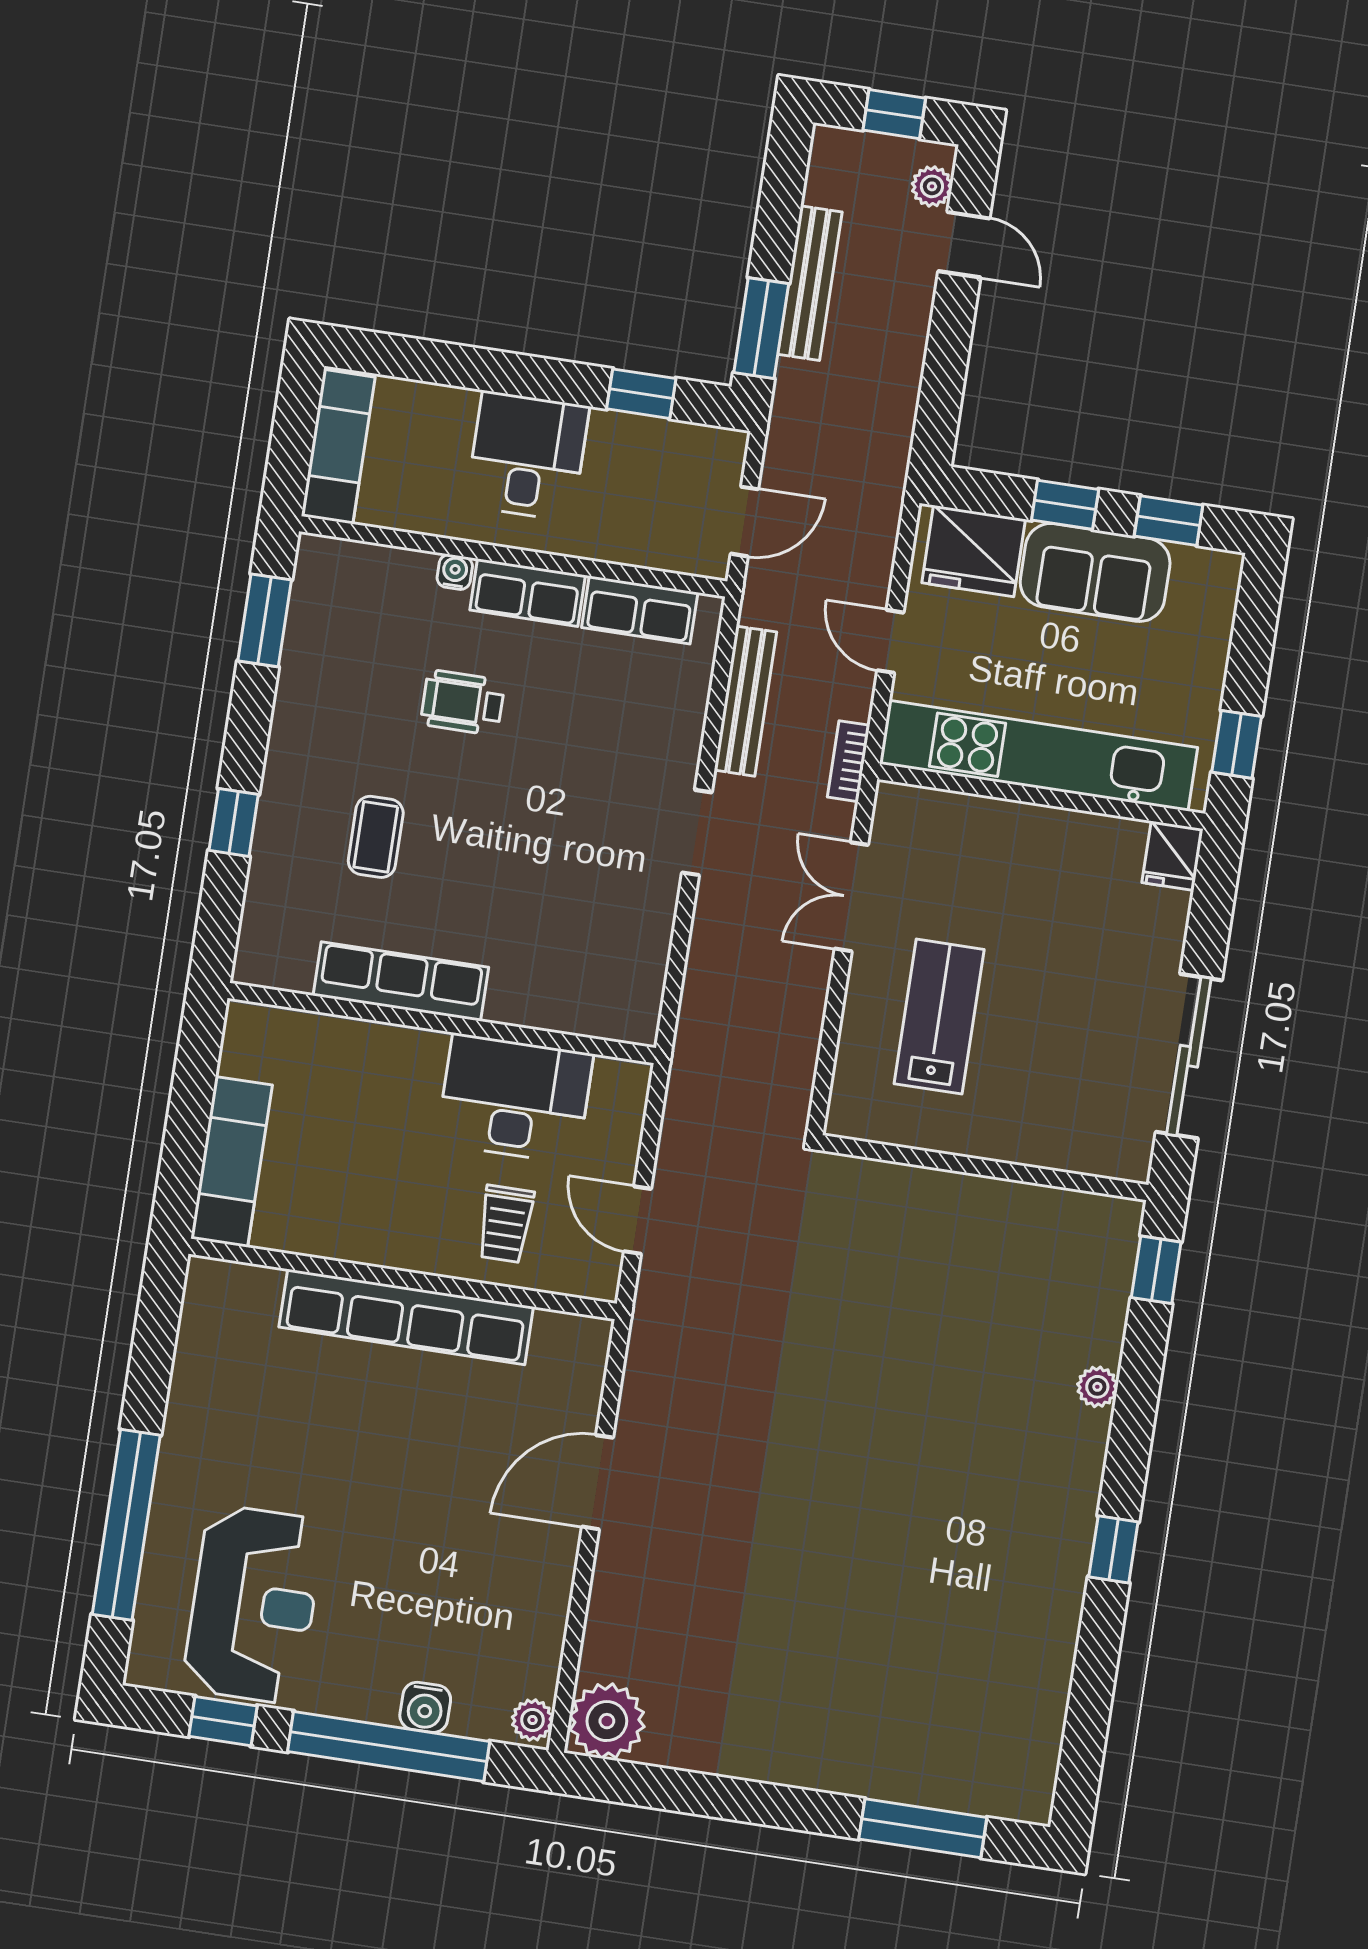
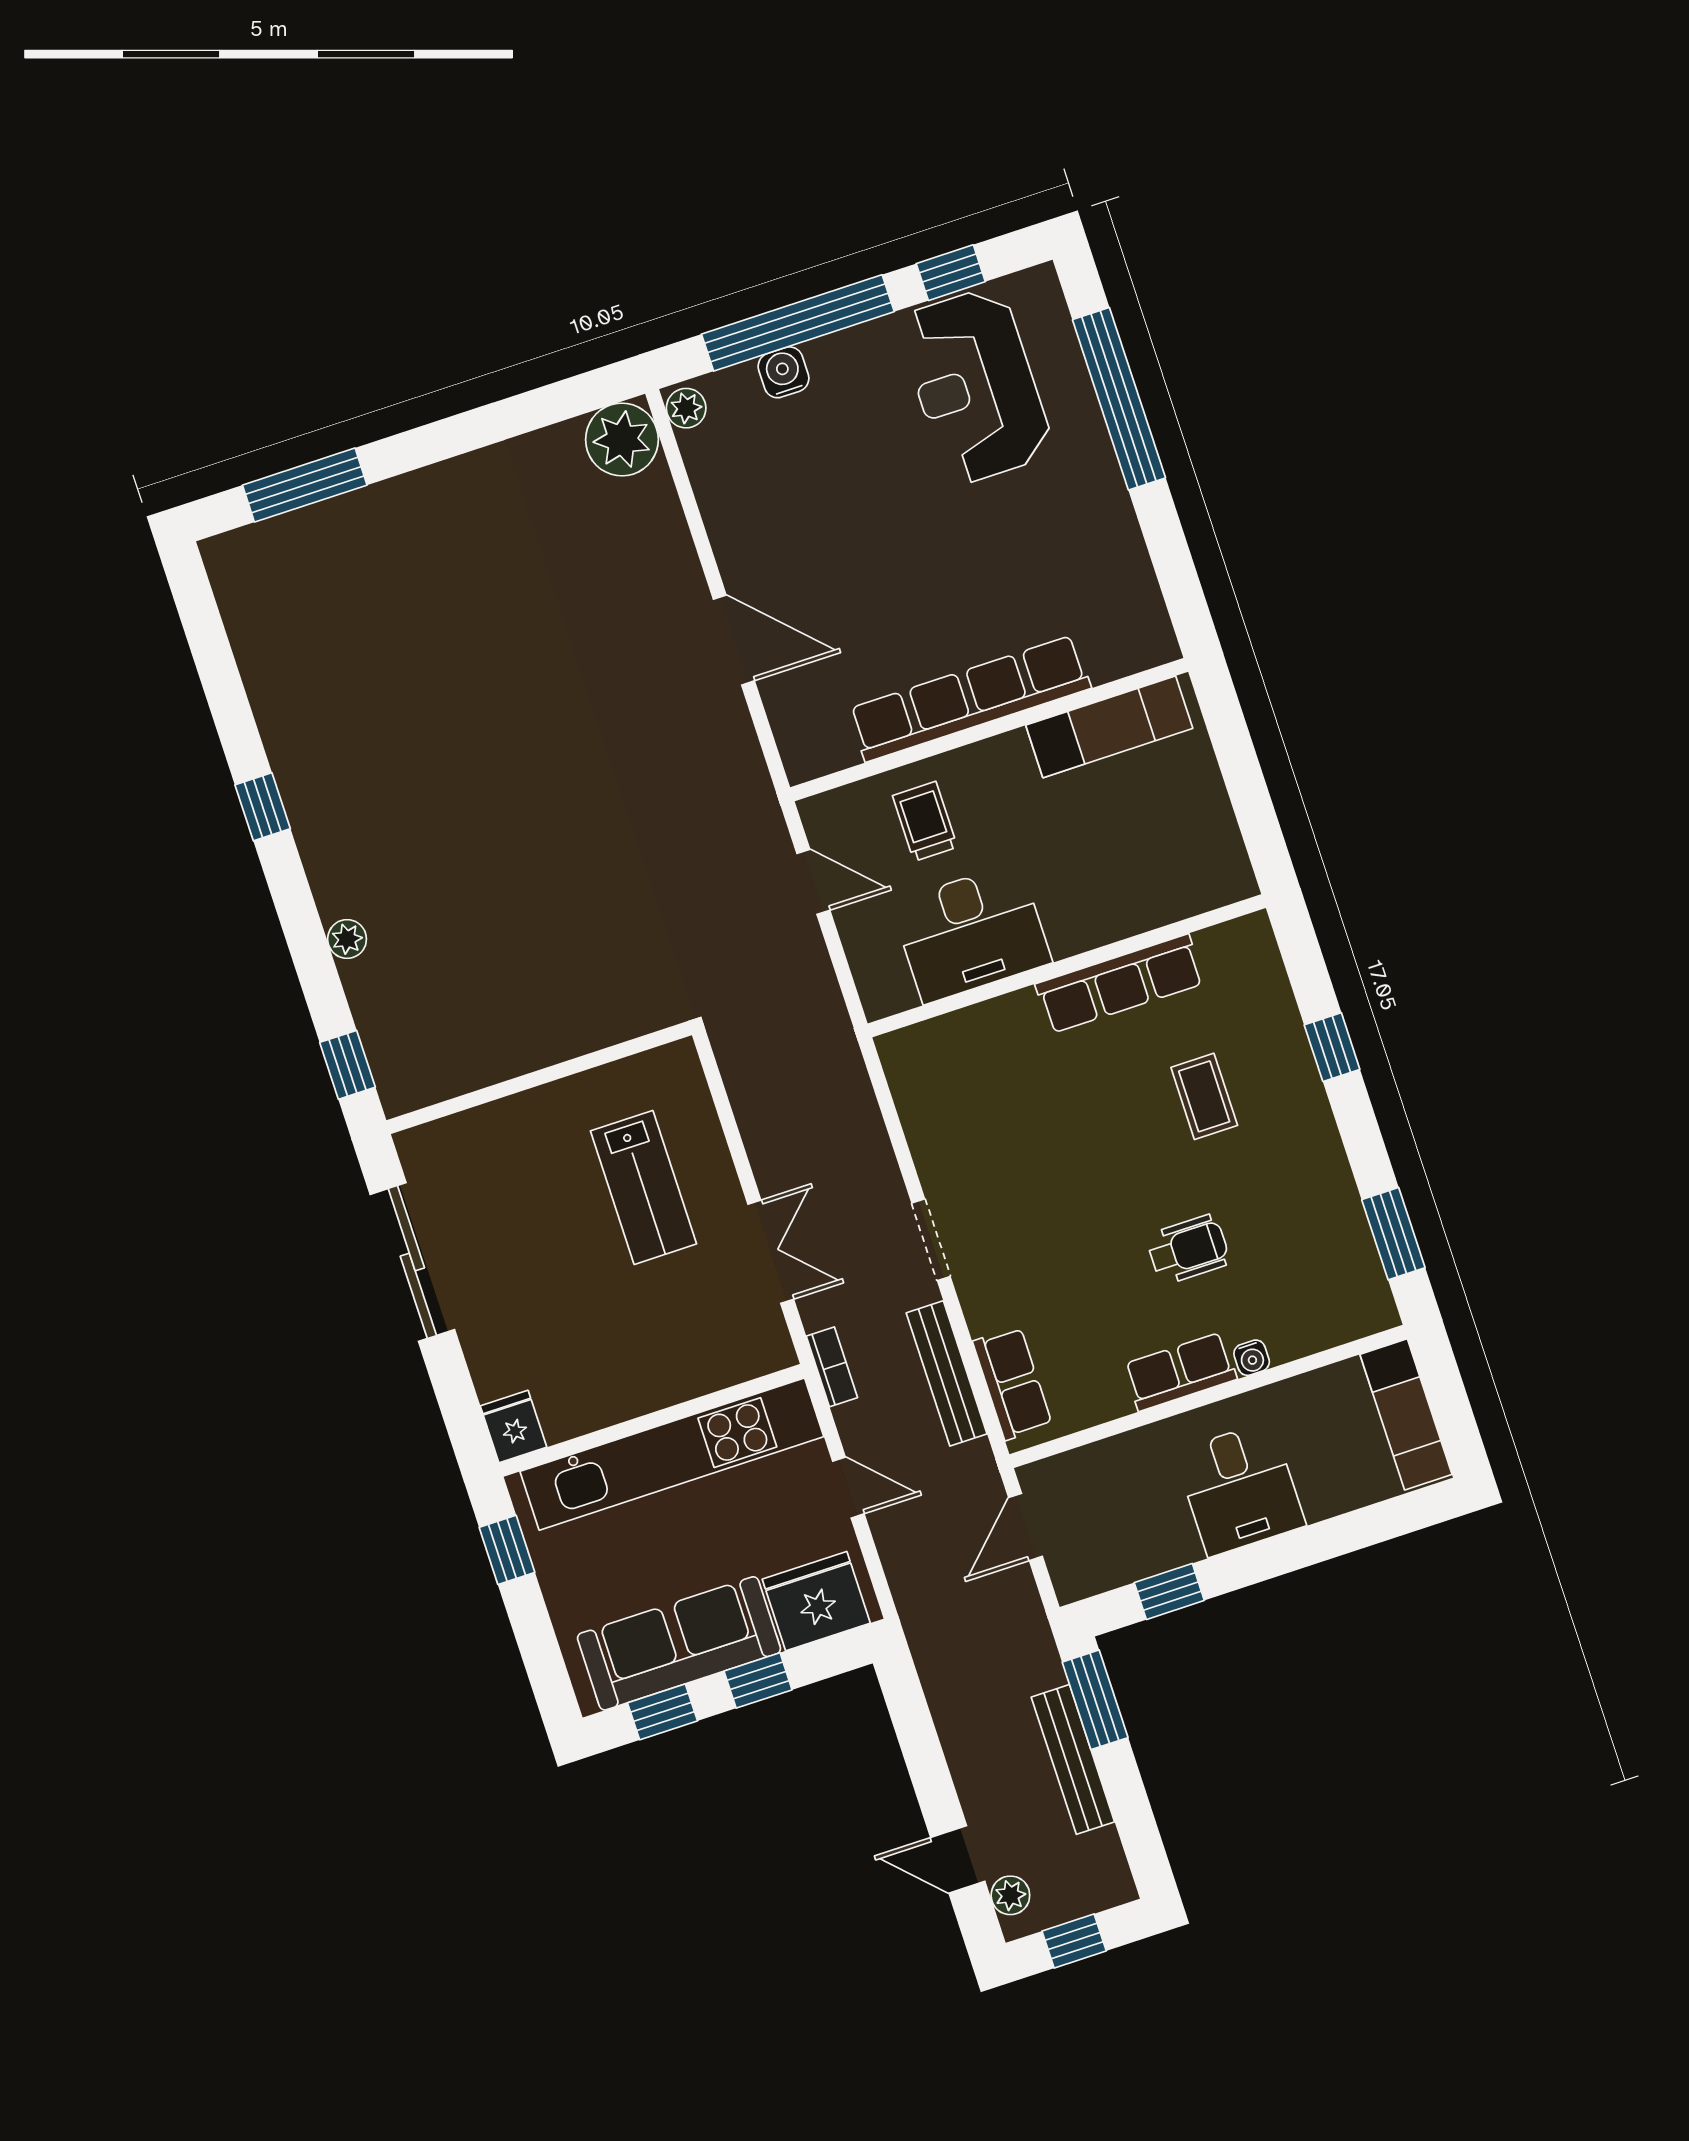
sofa: (1095, 572) -> (679, 1643), width x1.36
row of seats: (640, 610) -> (1012, 1383), moved, turned 90
exam couch: (231, 1162) -> (1109, 727), moved, turned -90
door: (597, 1482) -> (734, 640), hinge flipped

